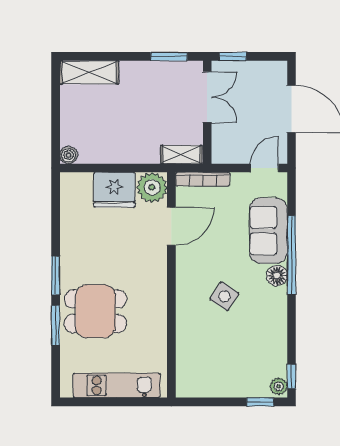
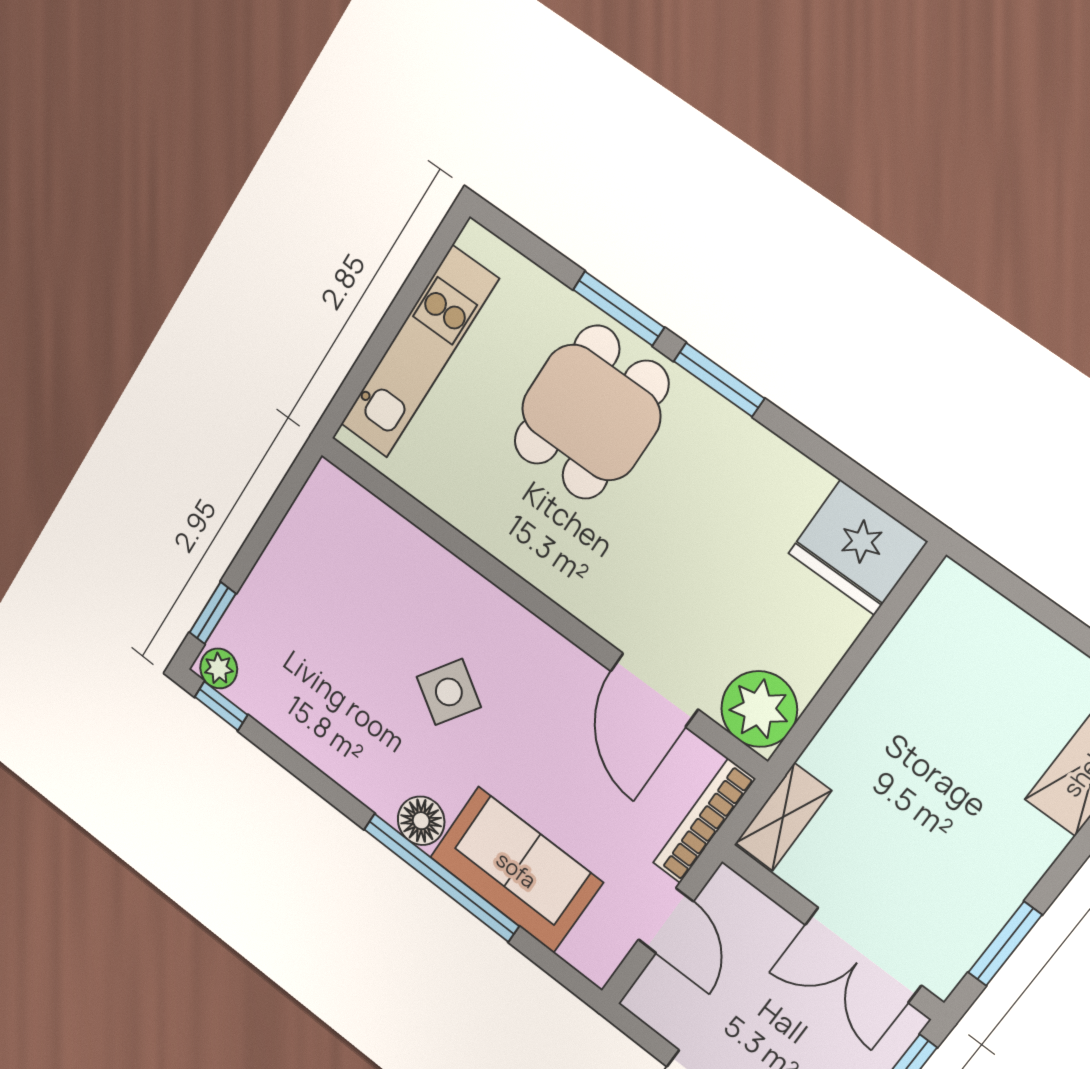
boiler: (69, 155) -> (951, 586), removed
door: (264, 168) -> (666, 921), moved
fridge: (114, 190) -> (858, 547), moved, turned -90

